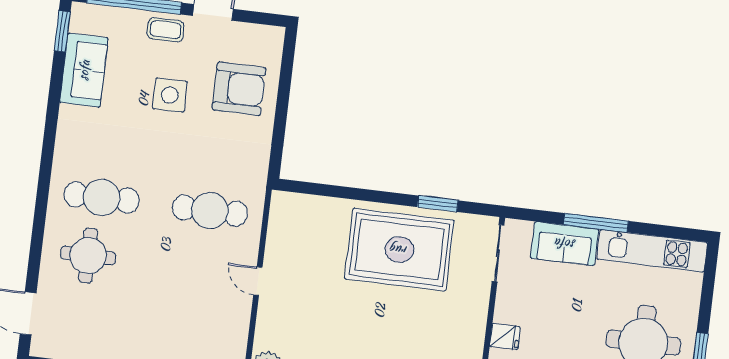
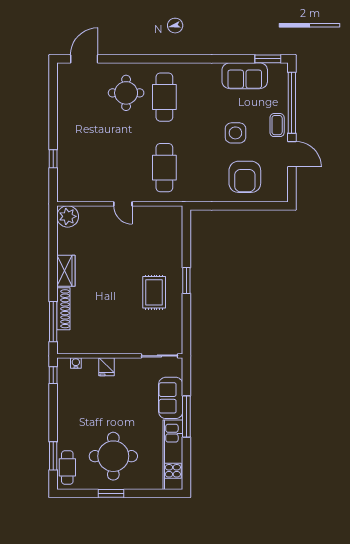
window: (438, 204) -> (186, 281), moved
rug: (399, 250) -> (154, 292), width x0.54, depth x0.49
door: (258, 281) -> (123, 204), swing flipped

